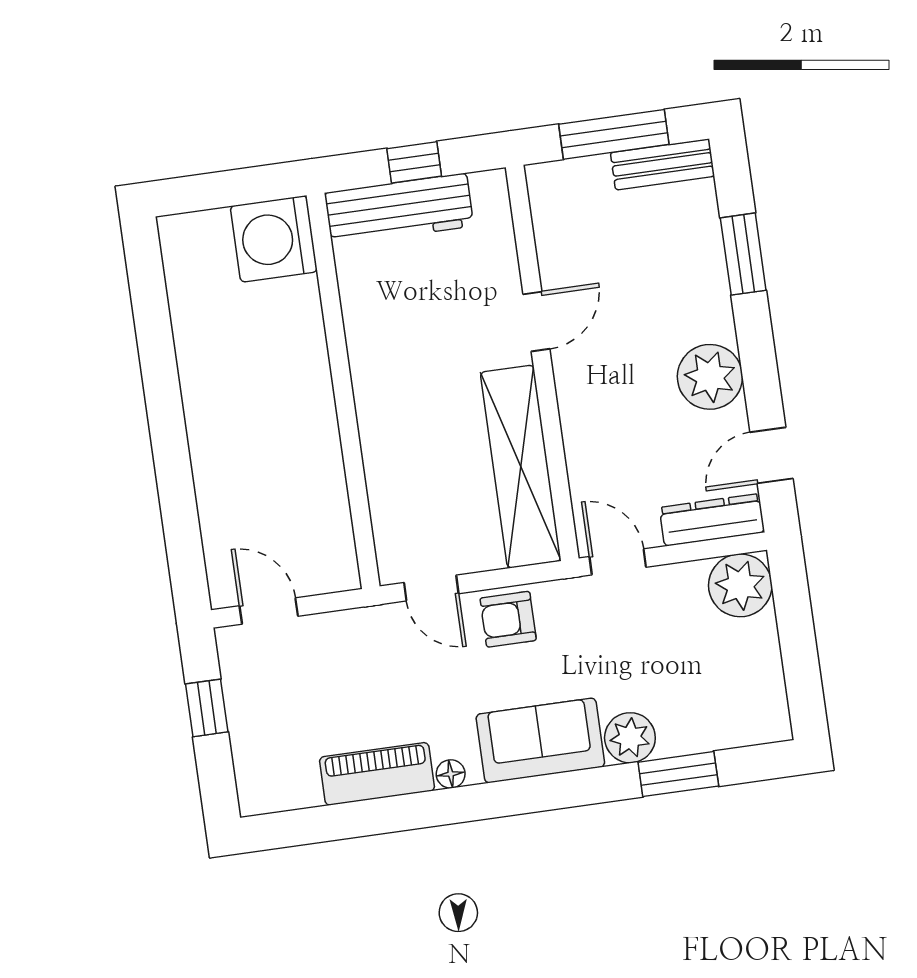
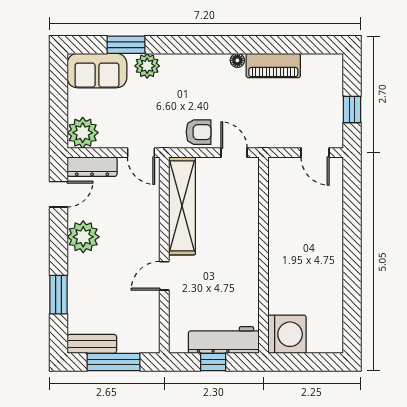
sofa: (540, 740) -> (97, 71), moved

